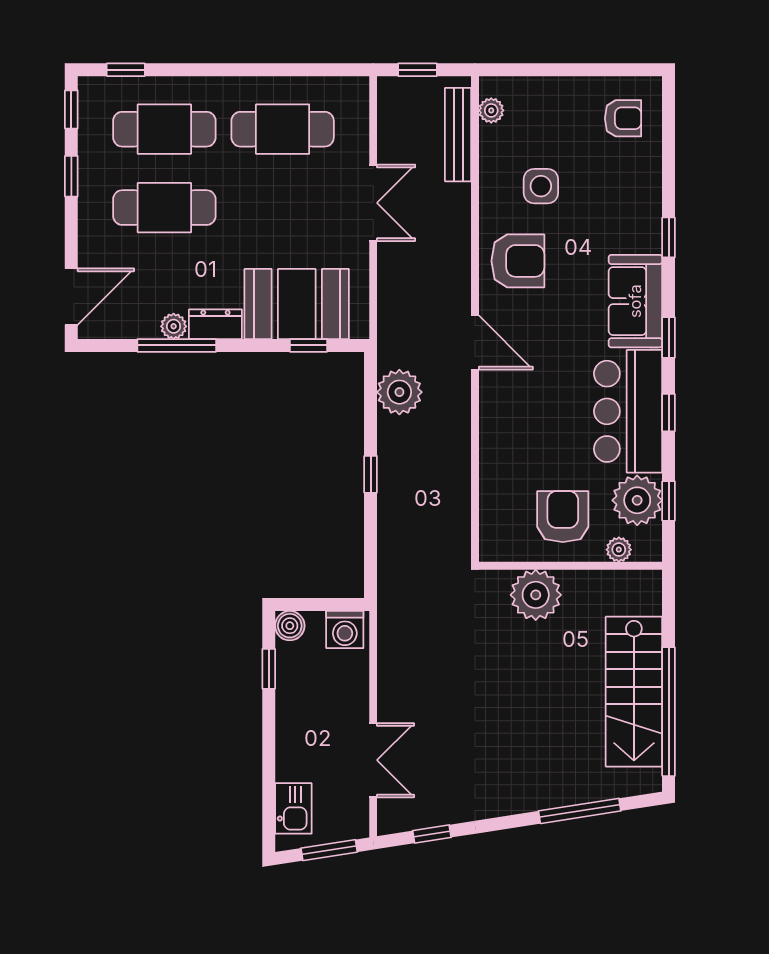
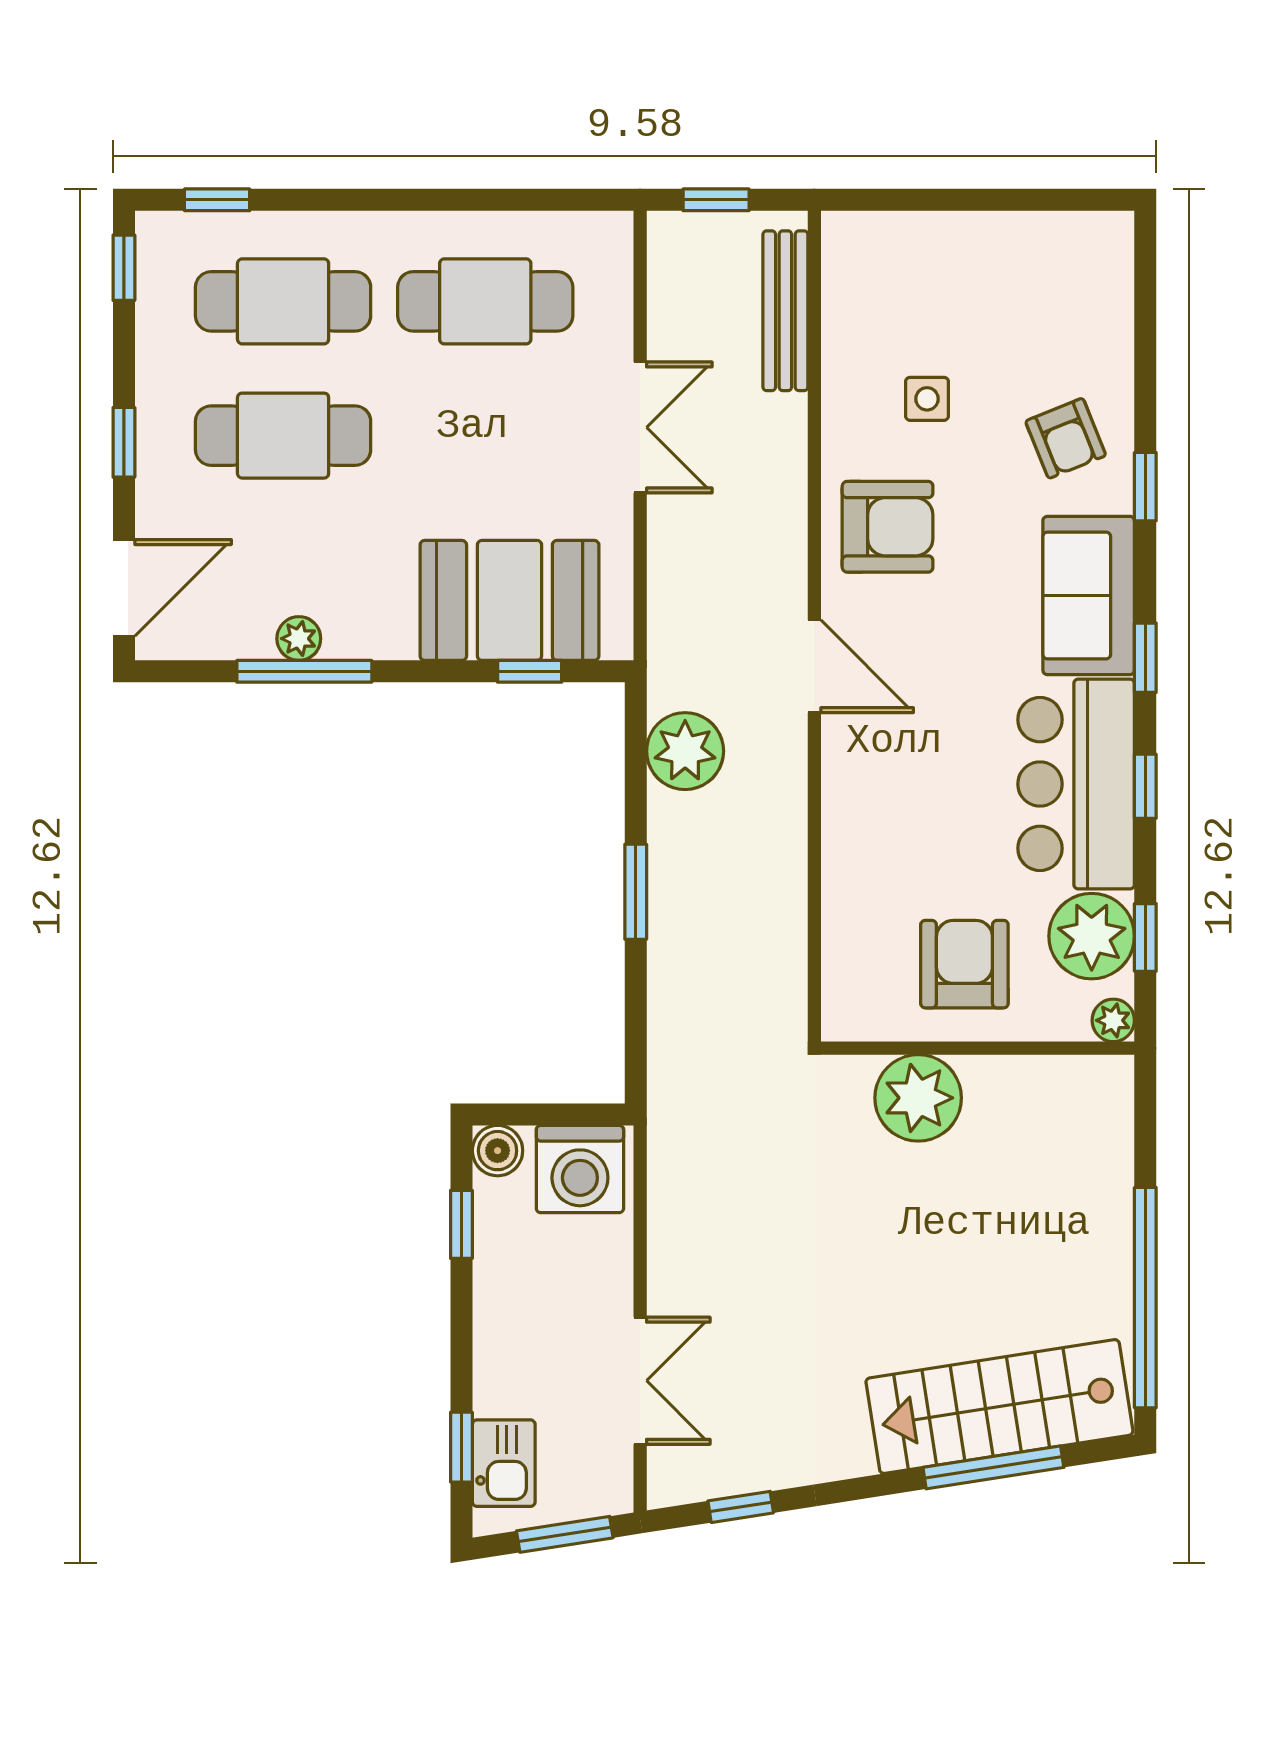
plant: (491, 110) -> (842, 269), removed
armchair: (623, 118) -> (1066, 438), moved, turned 68
window: (71, 176) -> (124, 442), moved
side table: (541, 186) -> (927, 399), width x0.73, depth x0.73
dresser: (215, 324) -> (370, 635), removed
window: (371, 474) -> (636, 892), width x1.50
plant: (619, 550) -> (1113, 1020), moved
washing machine: (345, 630) -> (580, 1169), width x1.37, depth x1.37
stairs: (634, 692) -> (999, 1407), moved, turned 81
window: (269, 799) -> (461, 1447), added

